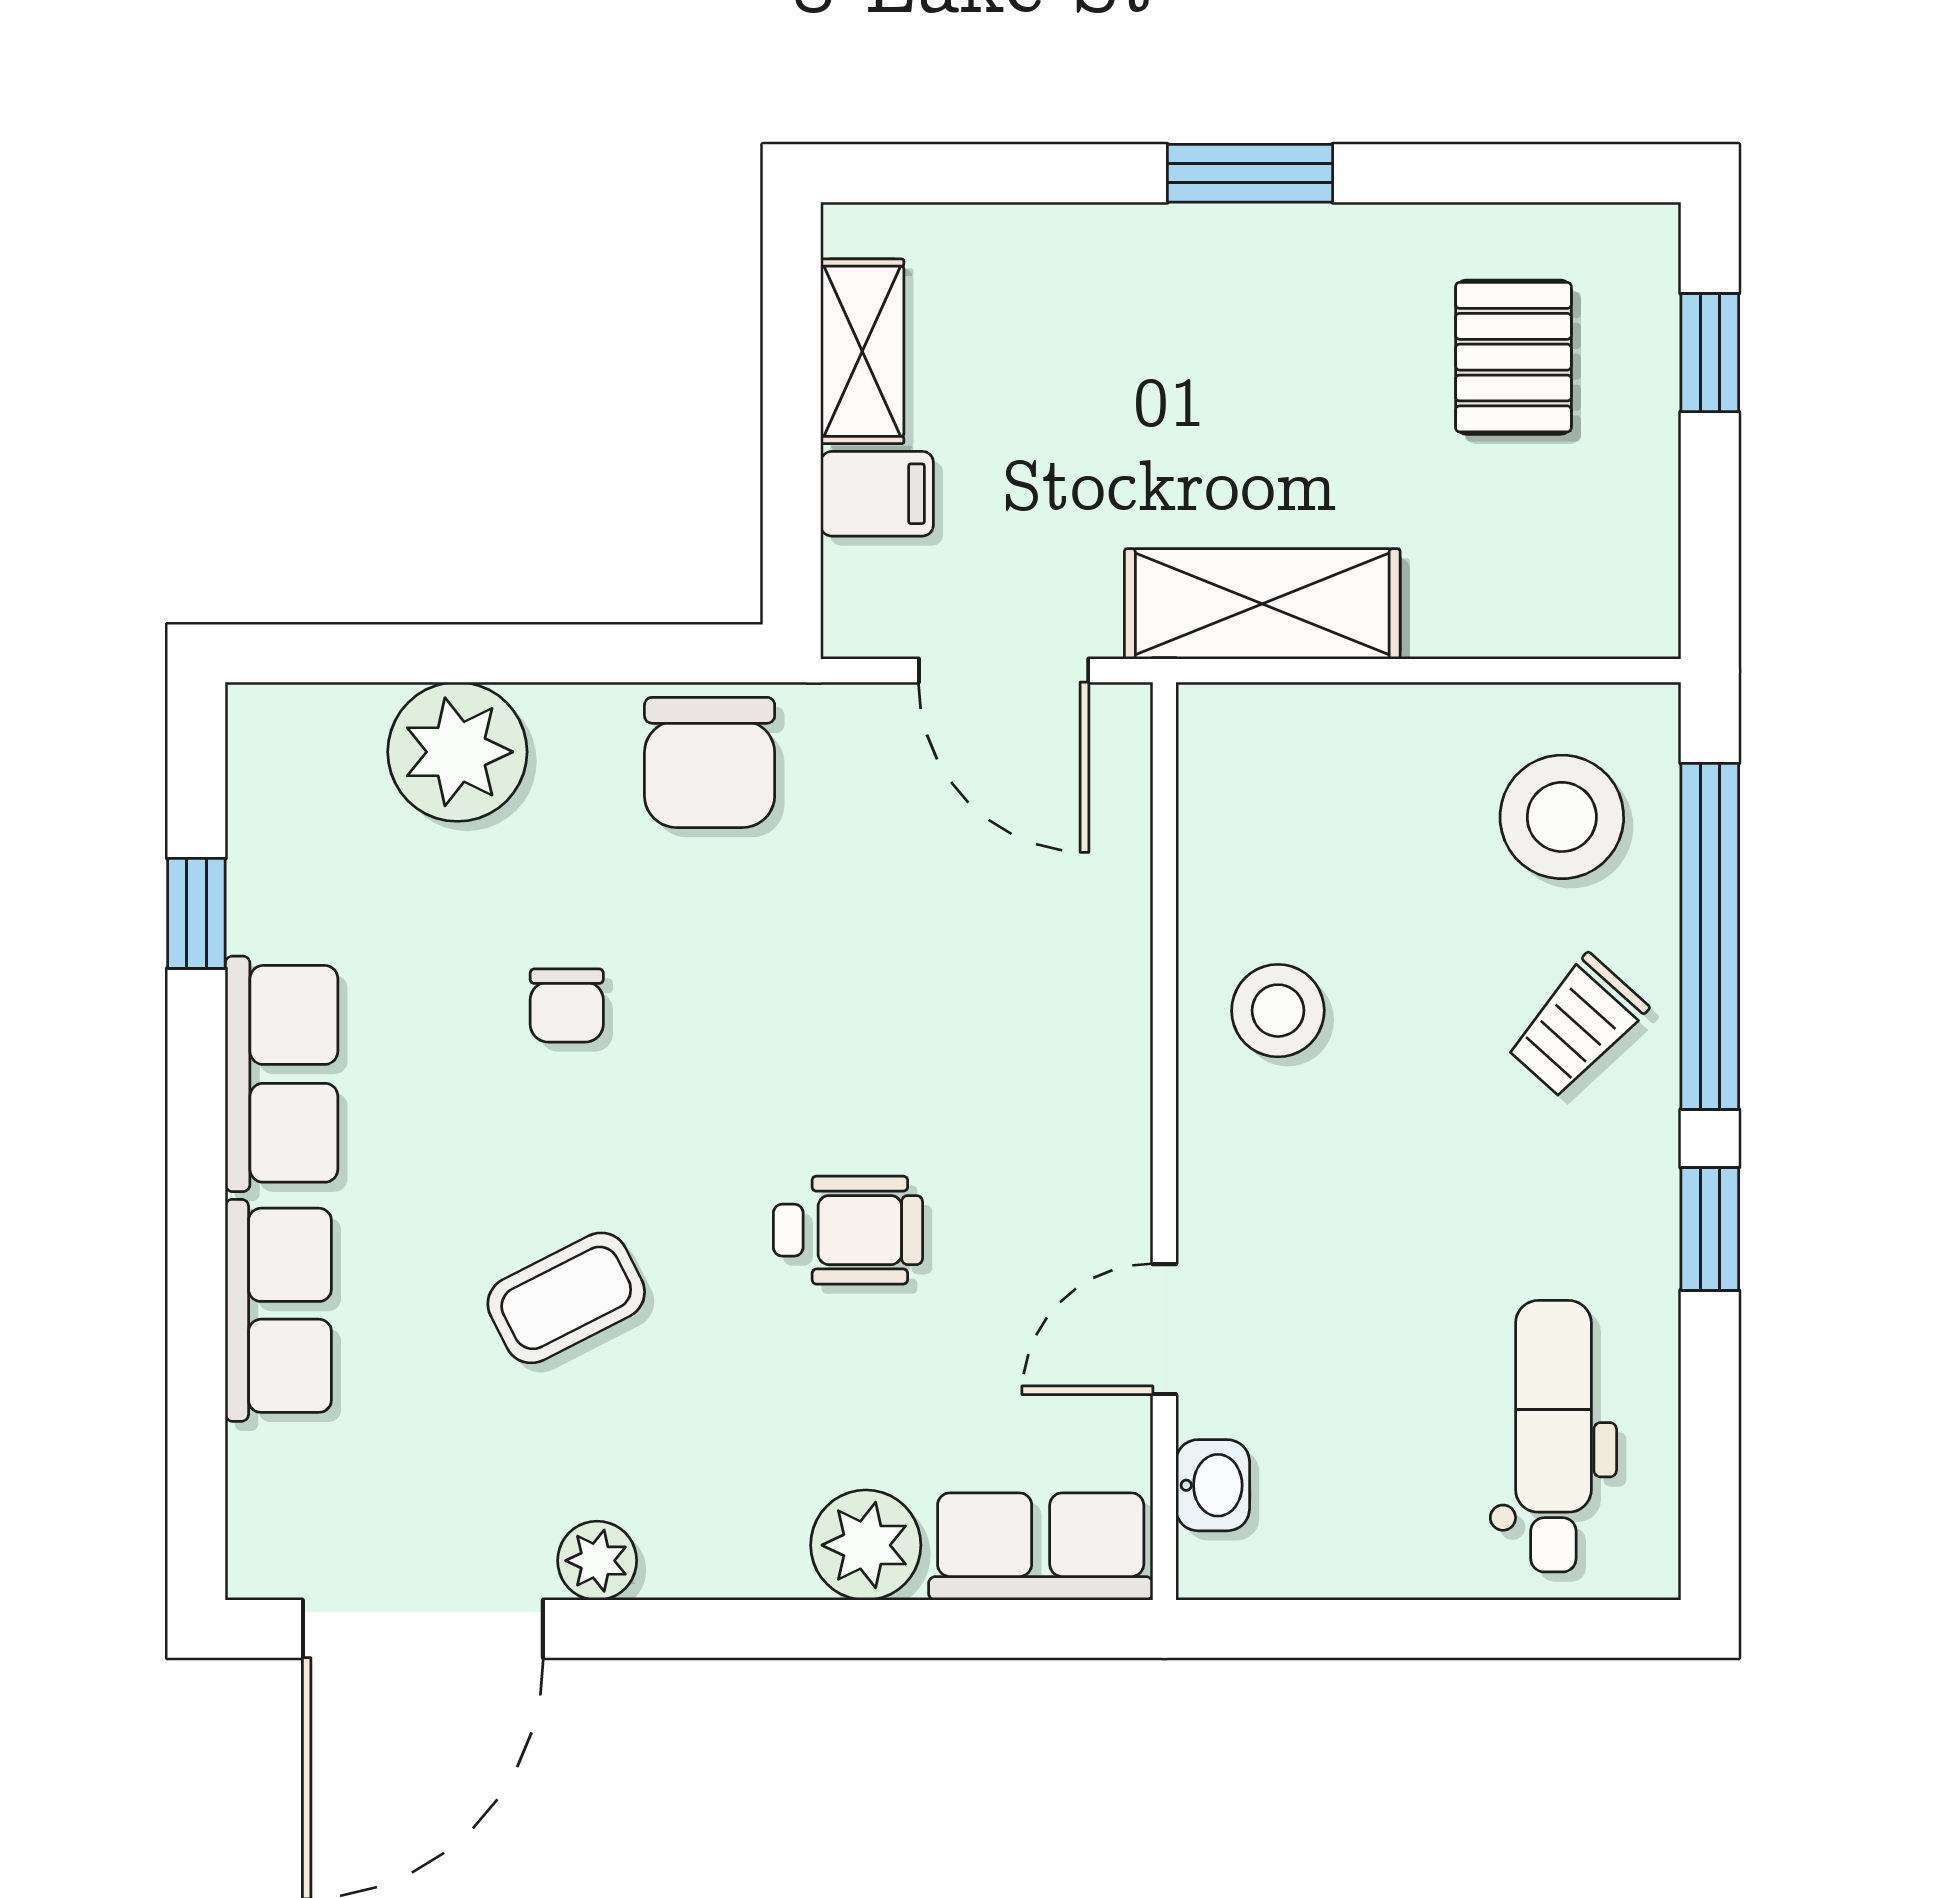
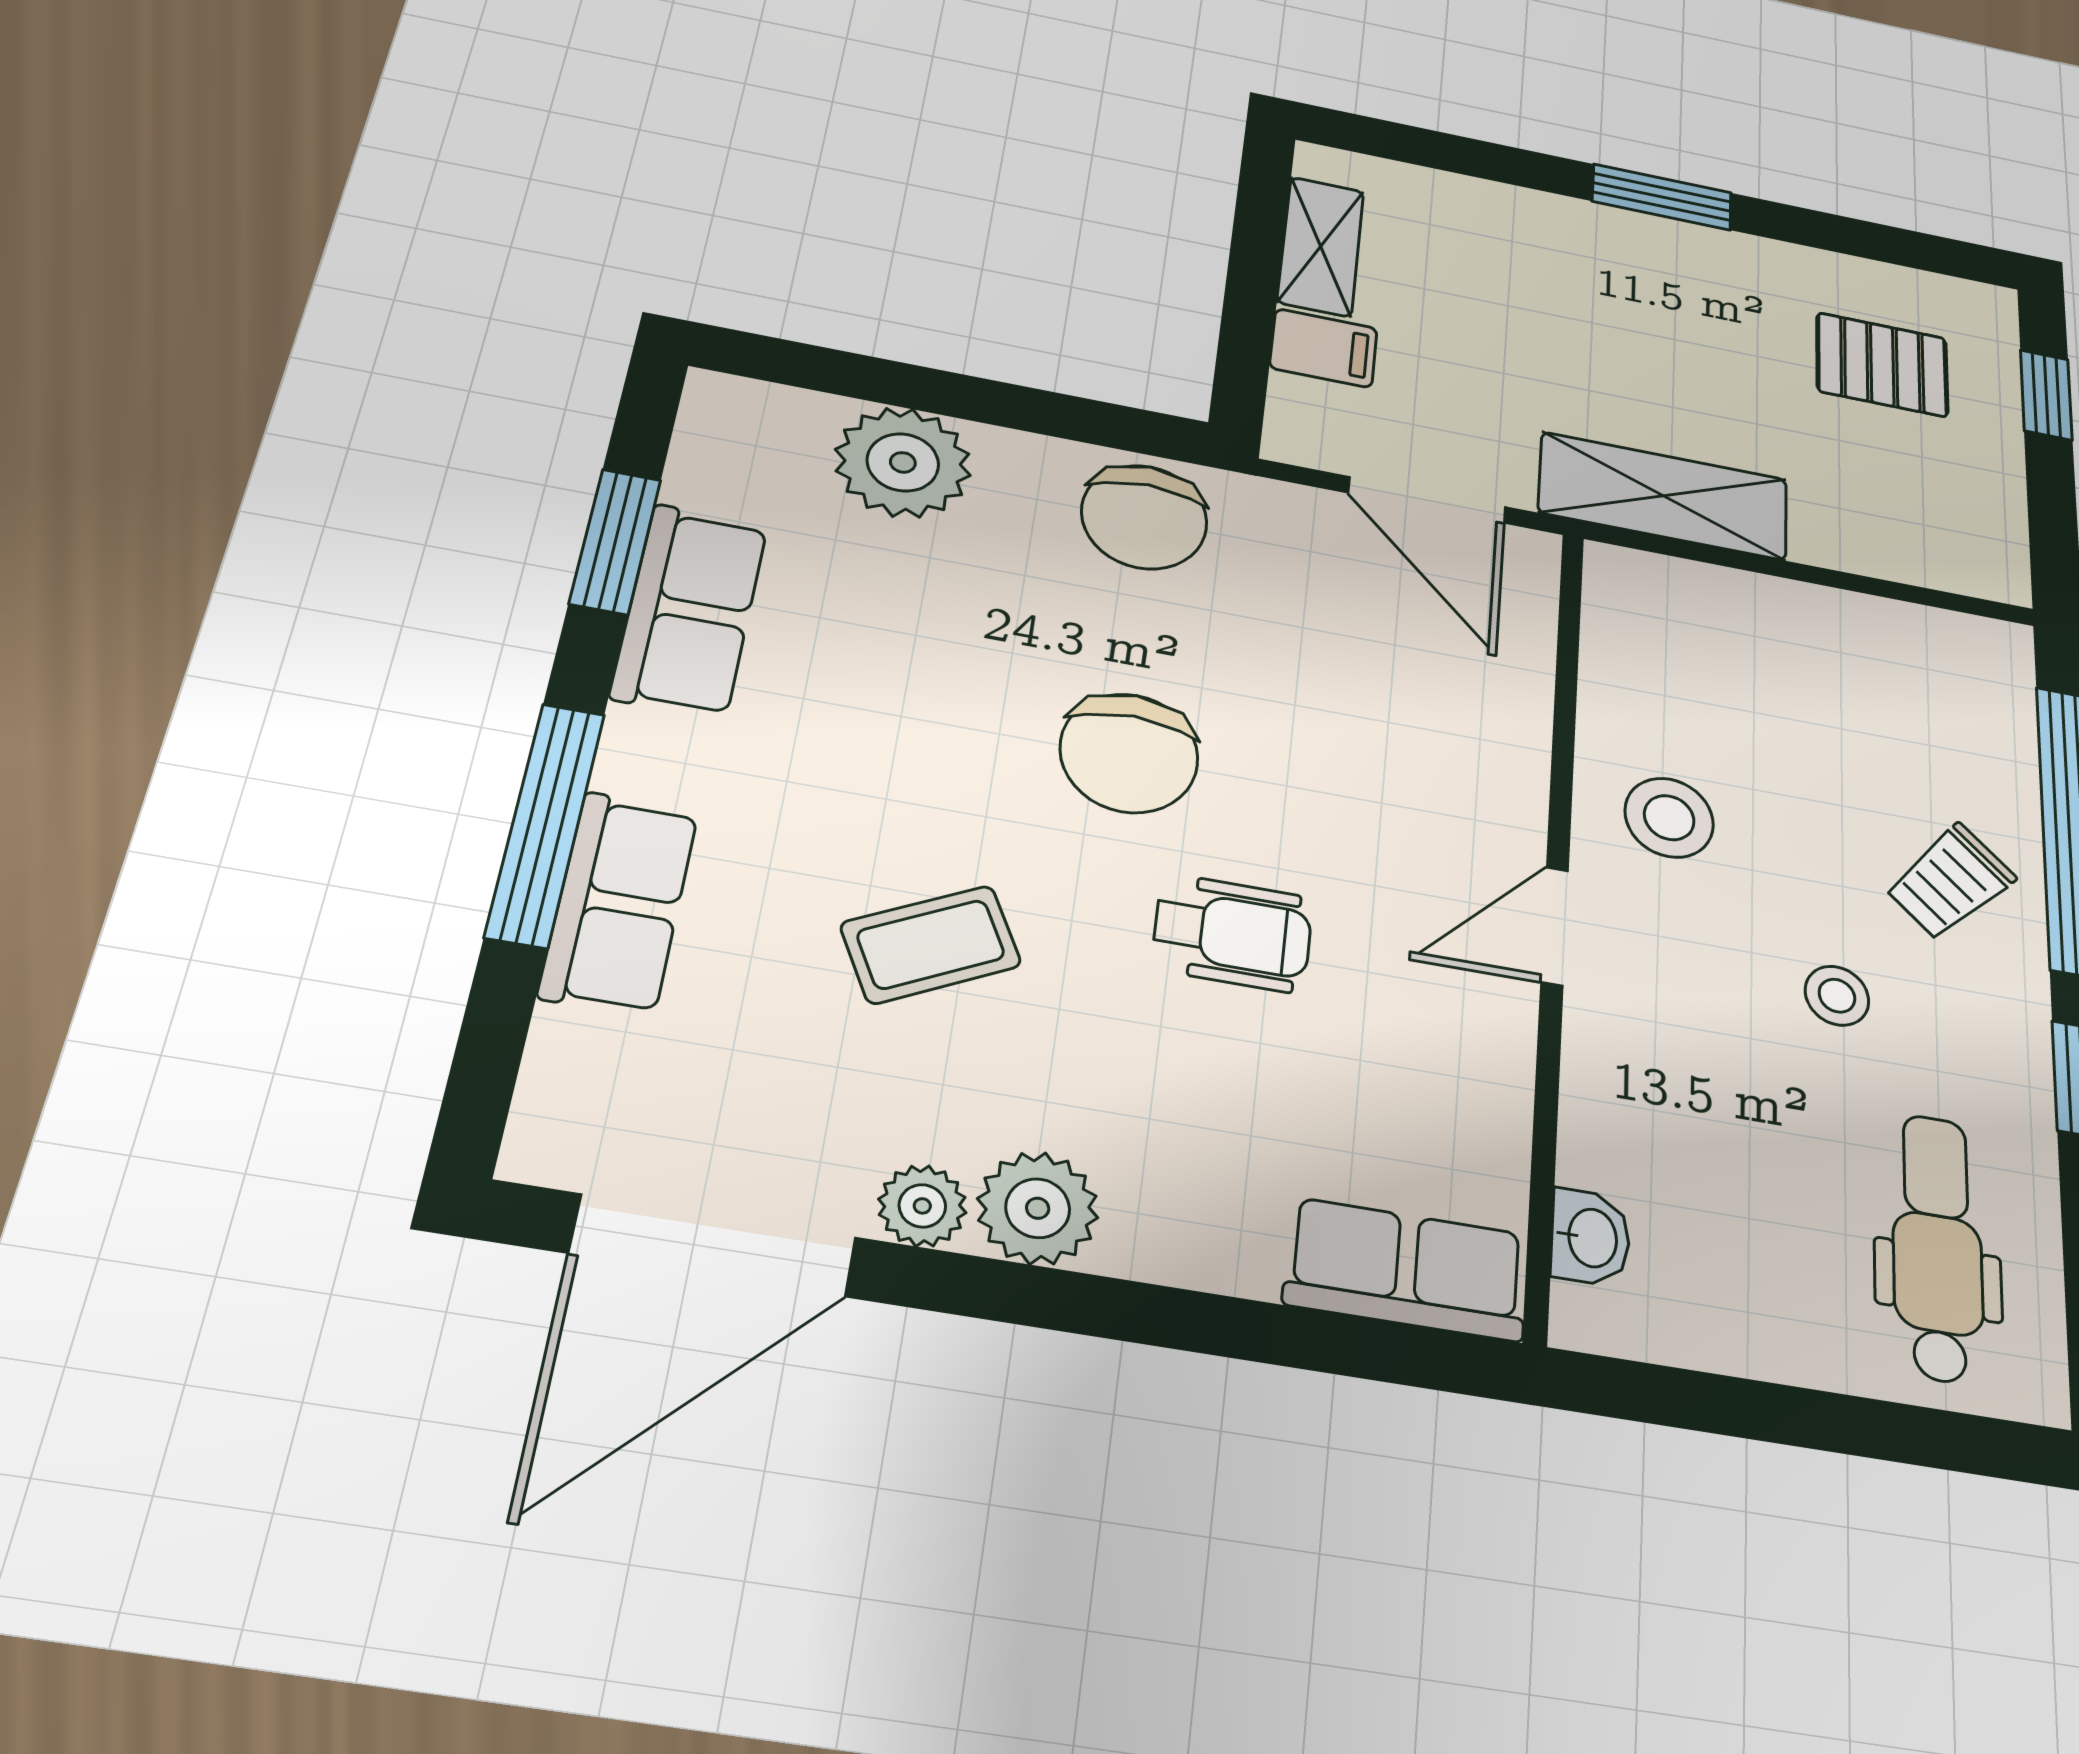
pallet: (1513, 357) -> (1882, 365), turned 90
stool: (1562, 817) -> (1837, 996), moved, width x0.53, depth x0.53
window: (196, 913) -> (615, 541), width x1.50
chair: (567, 1005) -> (1129, 753), moved, width x1.87, depth x1.87
row of seats: (282, 1074) -> (690, 610), moved
window: (196, 1241) -> (545, 824), added
door: (1164, 1329) -> (1555, 926), moved
plant: (866, 1545) -> (1038, 1208), moved

